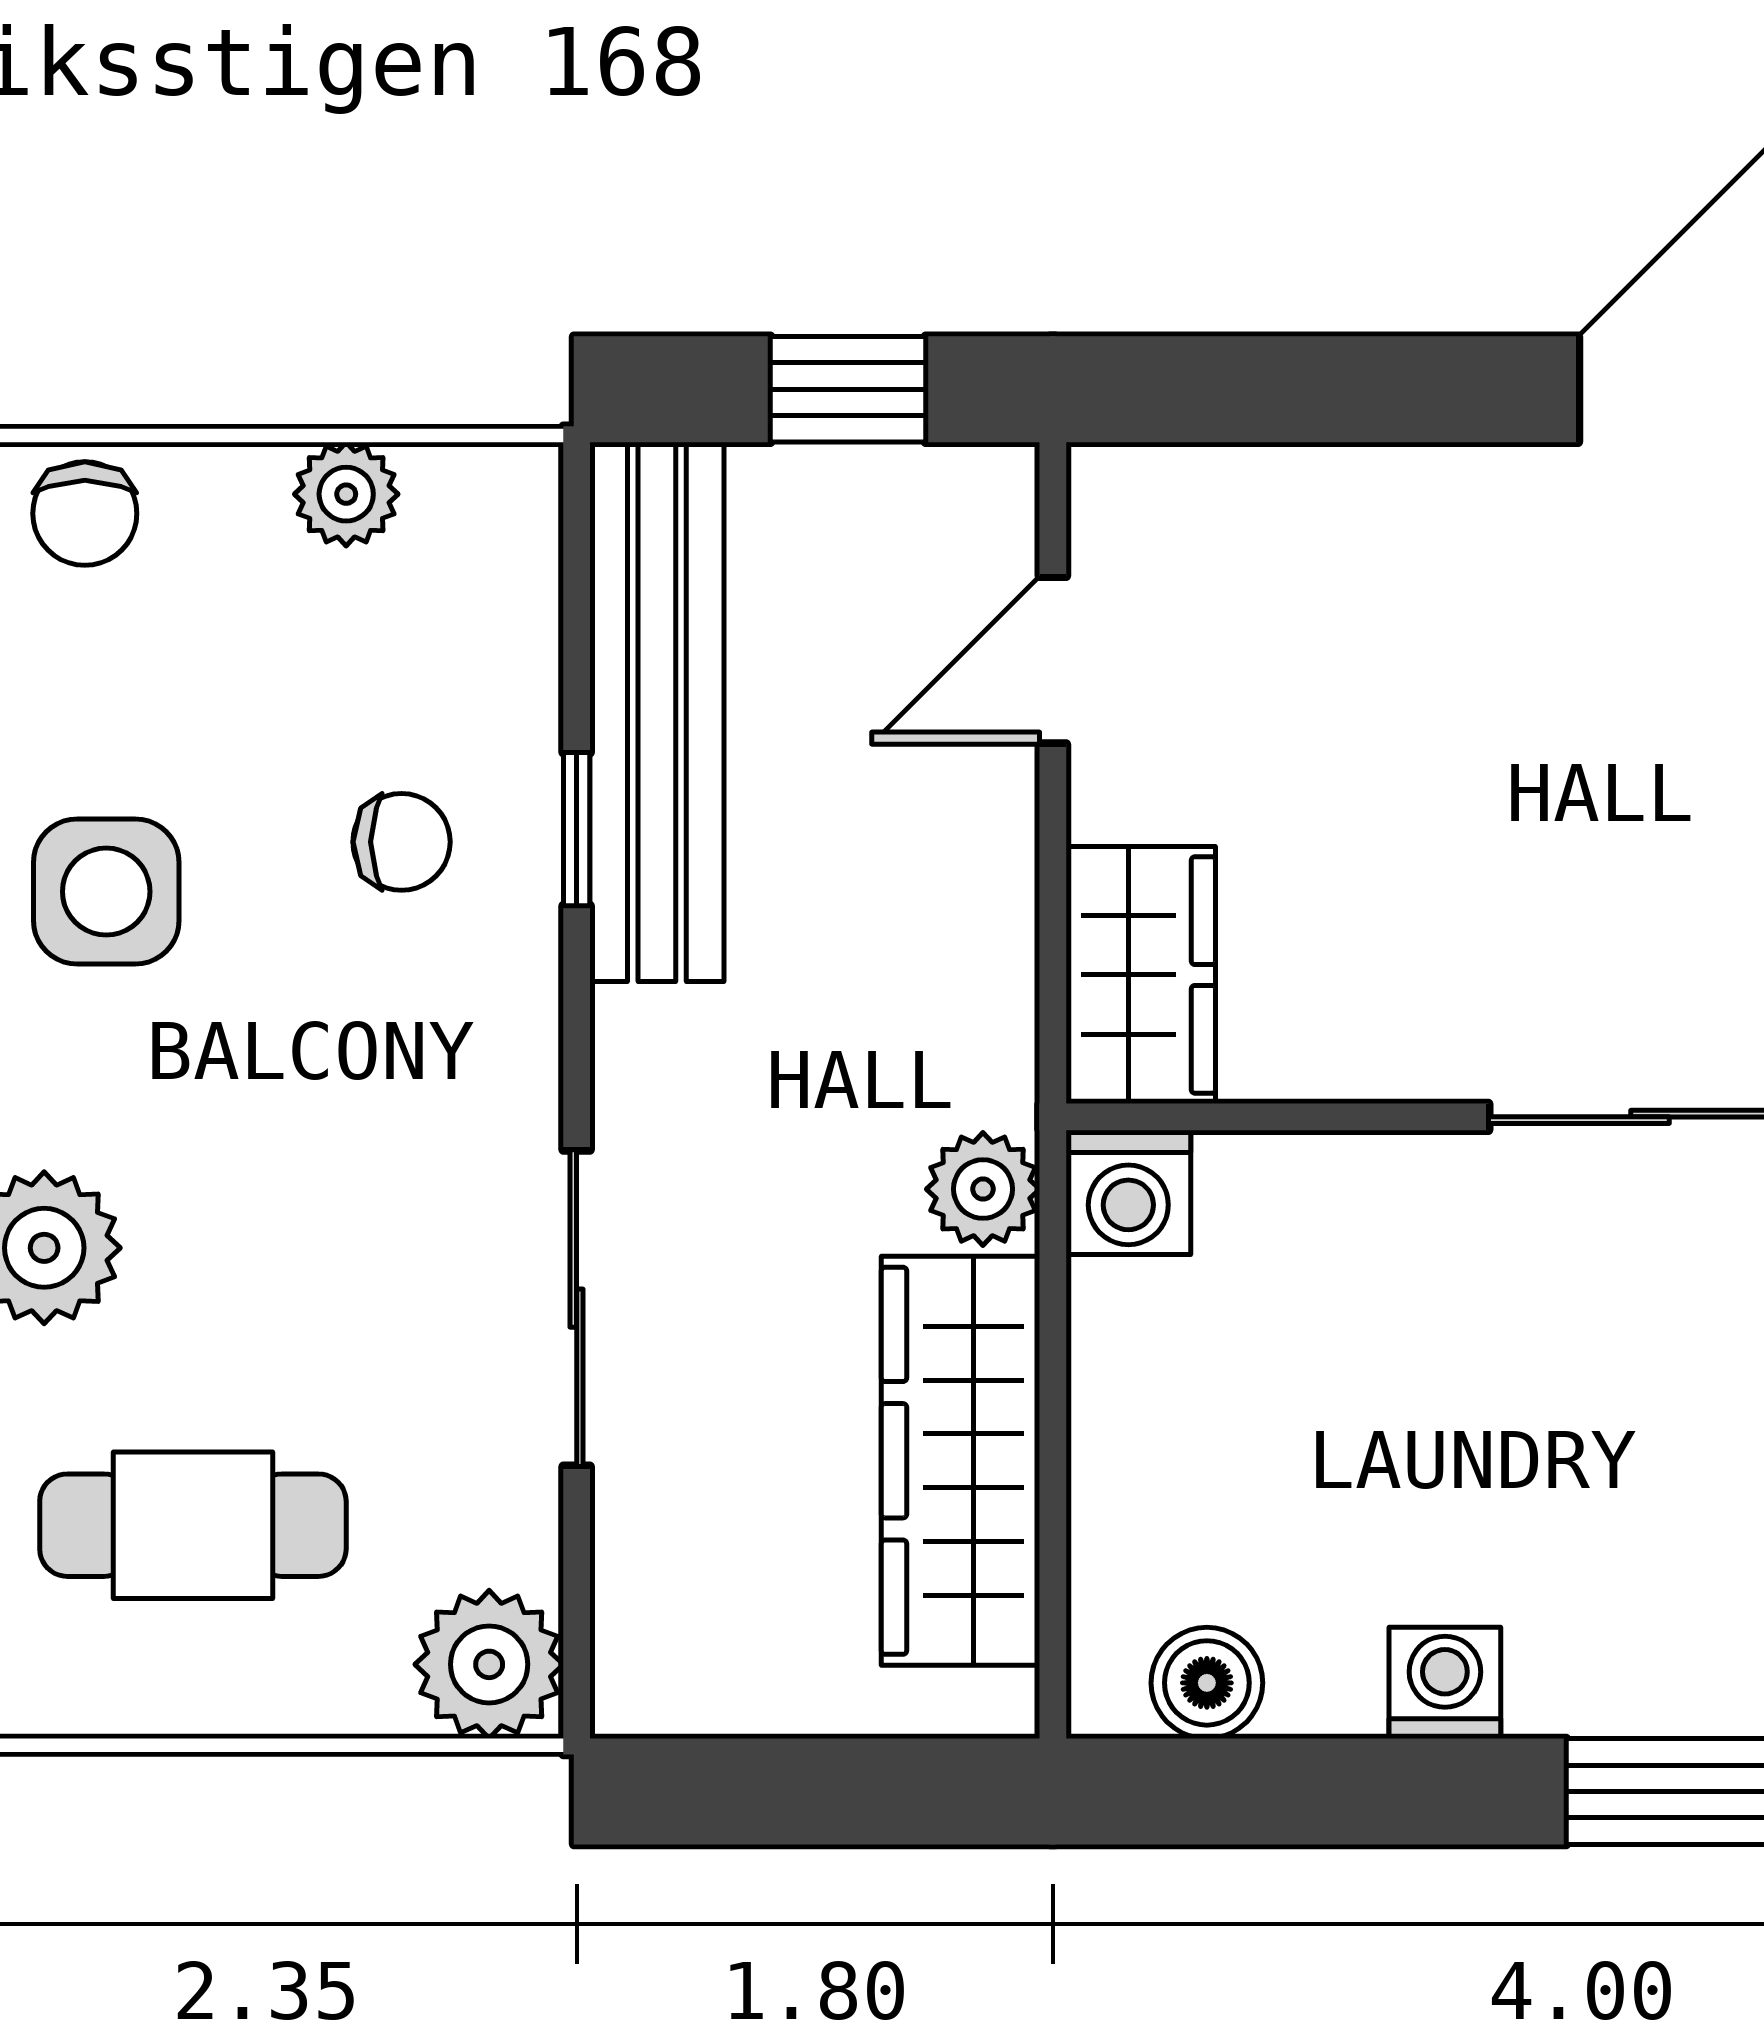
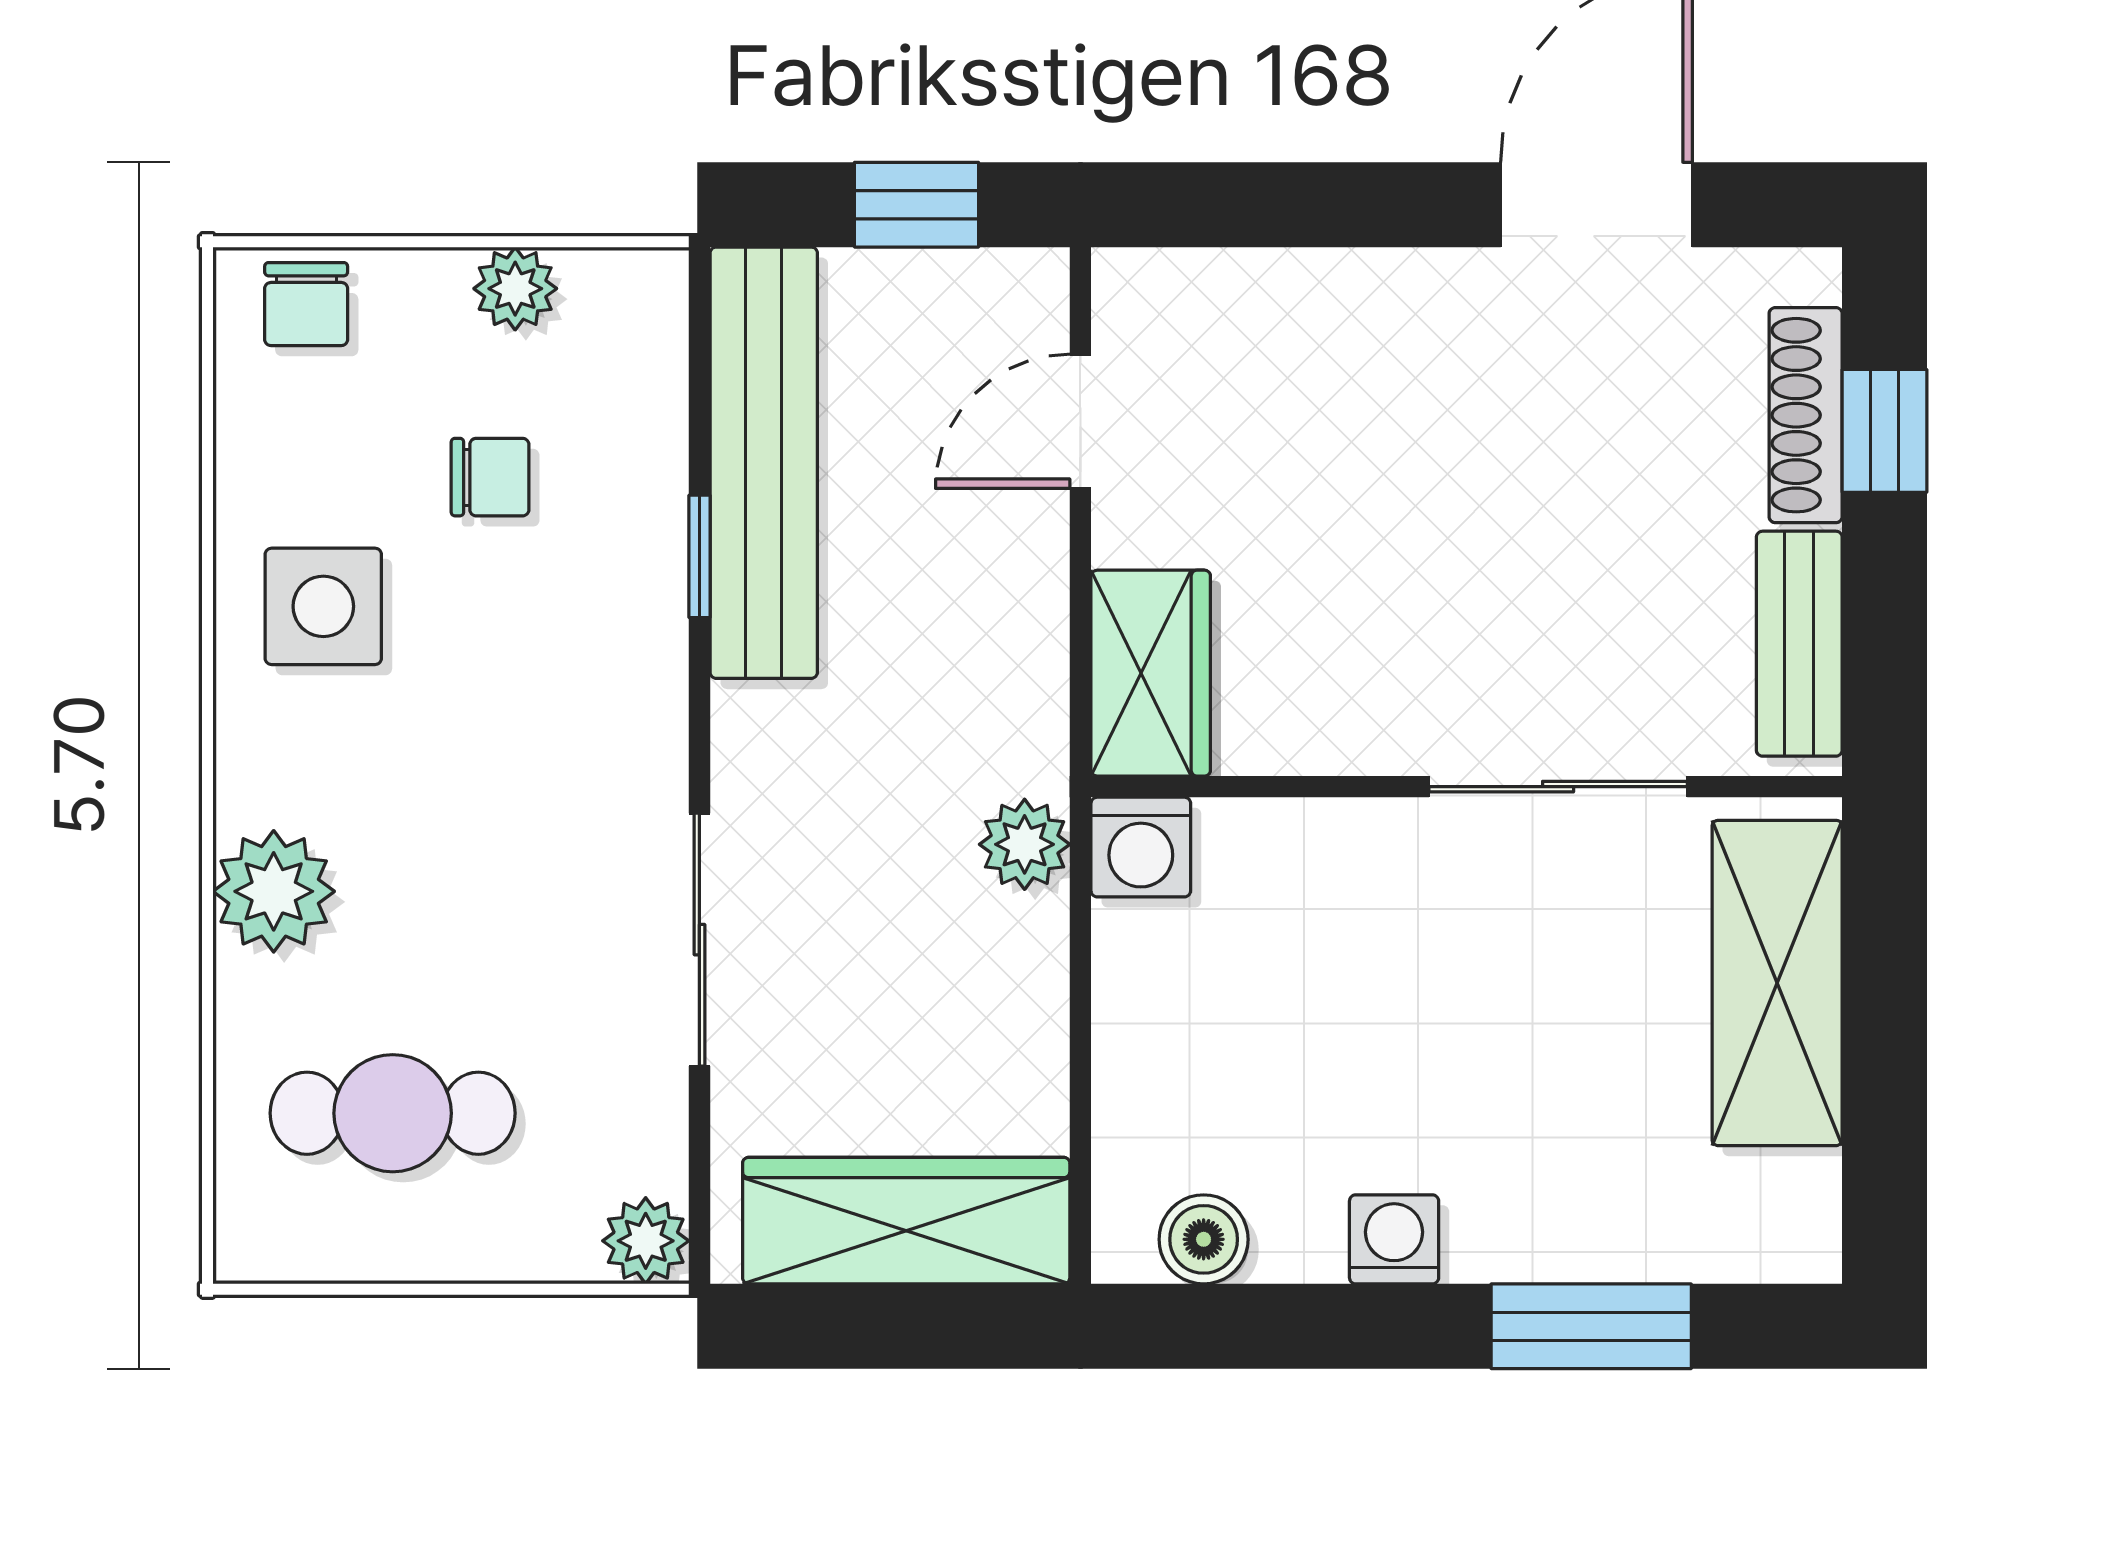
chair: (402, 842) -> (490, 477), moved
wardrobe: (960, 1461) -> (906, 1221), moved, turned 90
plant: (489, 1664) -> (646, 1241), width x0.73, depth x0.73

